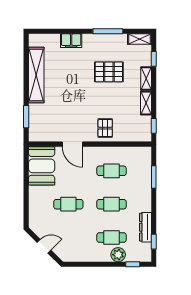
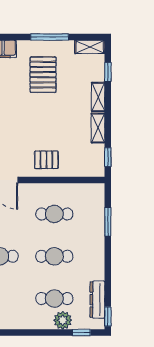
pallet: (109, 72) -> (43, 75), moved, turned 90
pallet: (105, 128) -> (46, 160), turned 90
dresser: (145, 227) -> (97, 300), moved
window: (154, 242) -> (108, 317), moved

